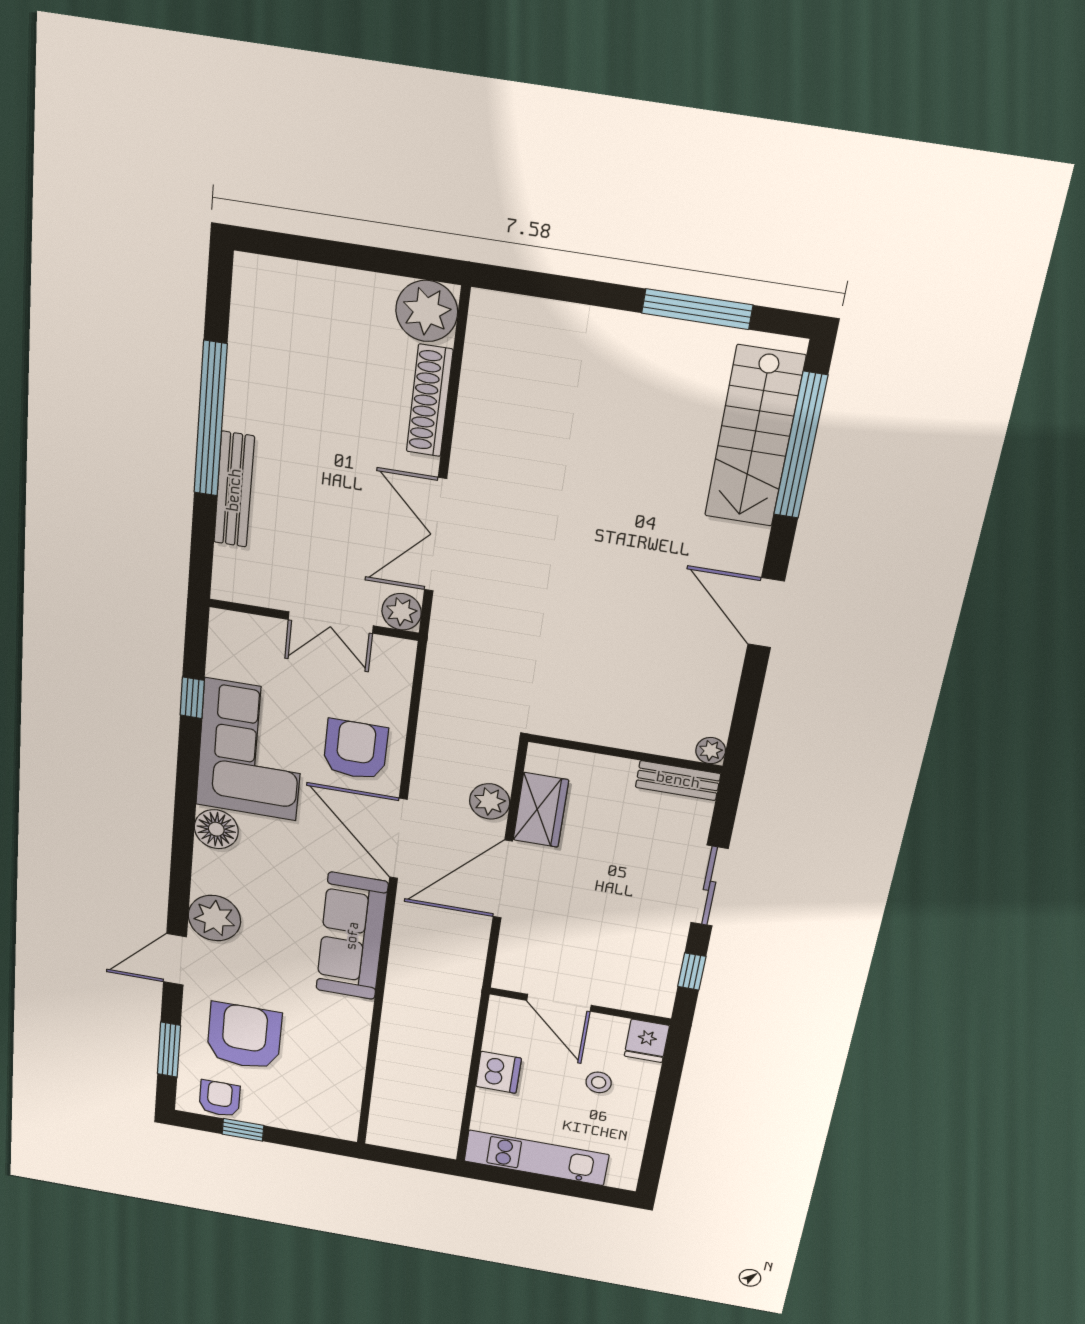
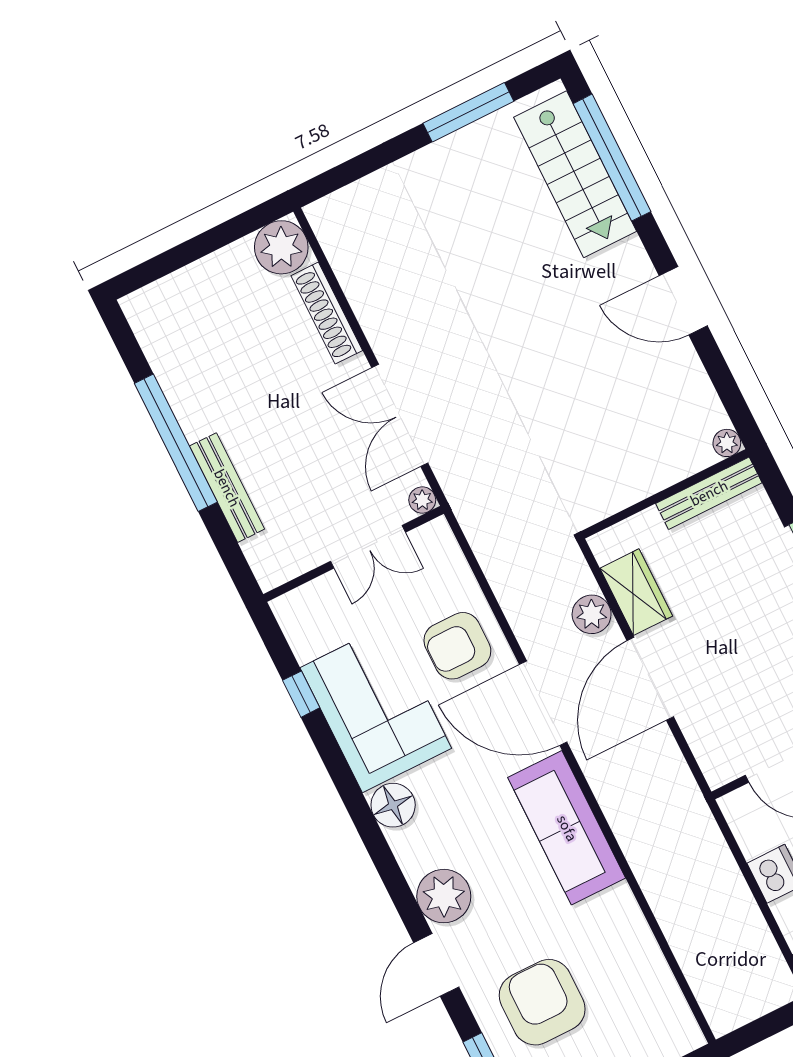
plant: (402, 612) -> (422, 500), width x0.73, depth x0.73
armchair: (356, 750) -> (457, 646), turned -90
bench: (678, 780) -> (709, 493), width x1.36

